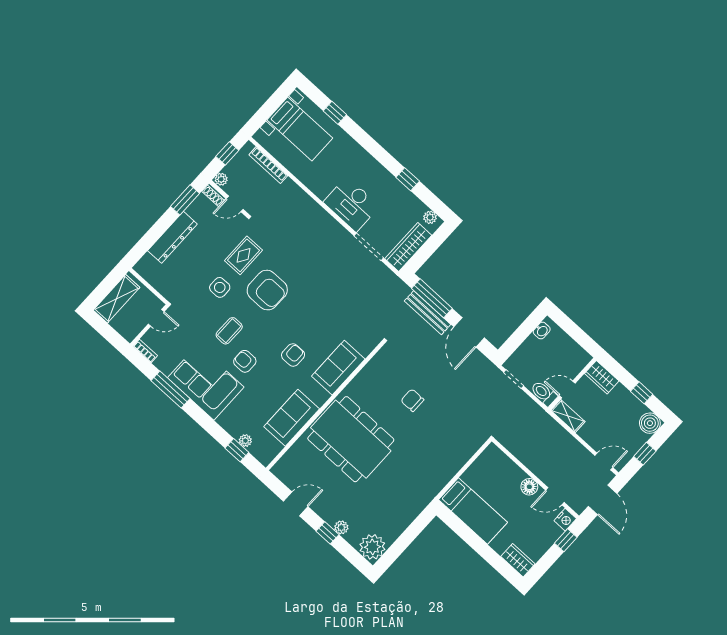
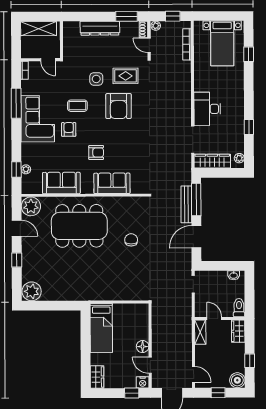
toilet: (544, 393) -> (239, 308), moved
dining table: (351, 439) -> (79, 226), turned 90
plant: (341, 527) -> (31, 206), moved, width x1.88, depth x1.88

